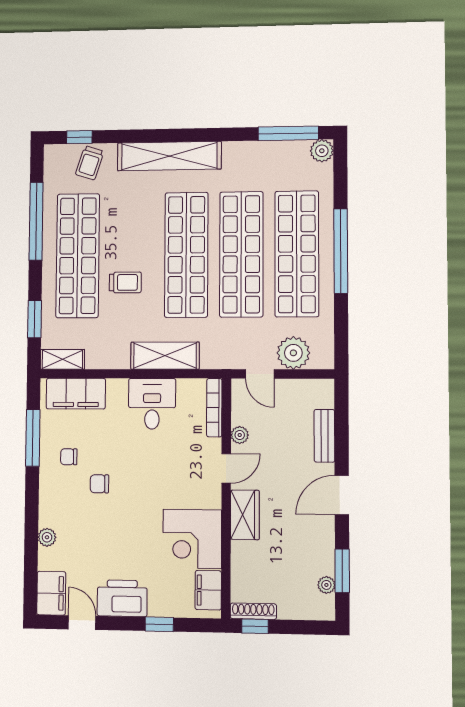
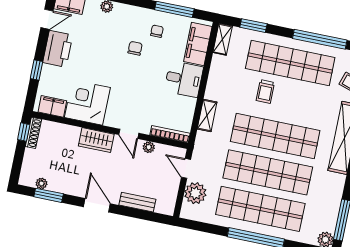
shelving: (165, 356) -> (207, 115), width x0.67, depth x0.75
door: (260, 374) -> (186, 168), hinge flipped
desk: (152, 404) -> (184, 79), moved

